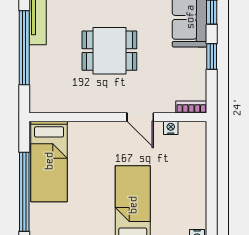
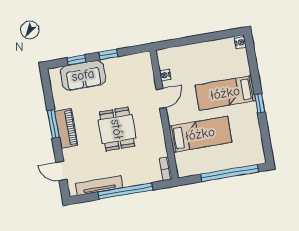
bookcase: (191, 107) -> (166, 169), moved
bed: (49, 161) -> (200, 134), moved

